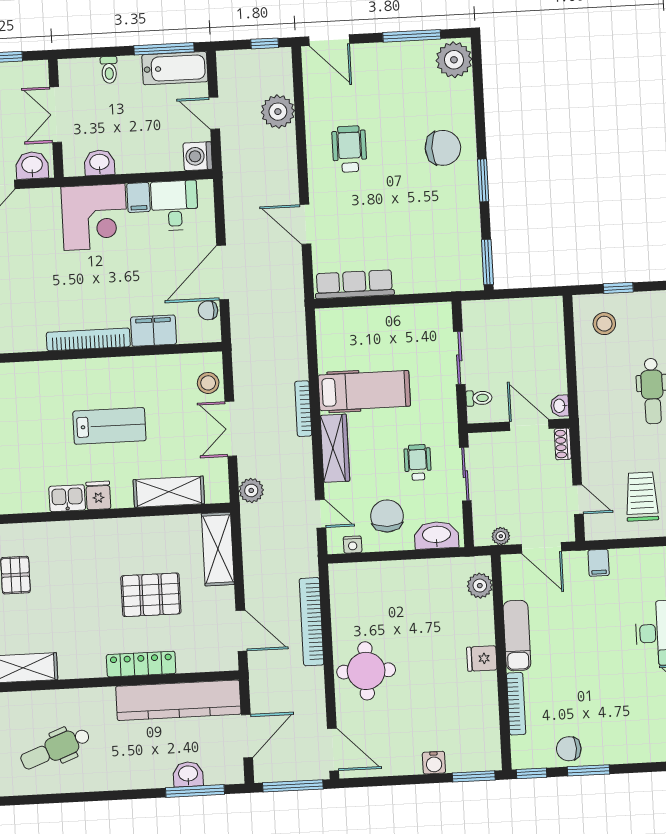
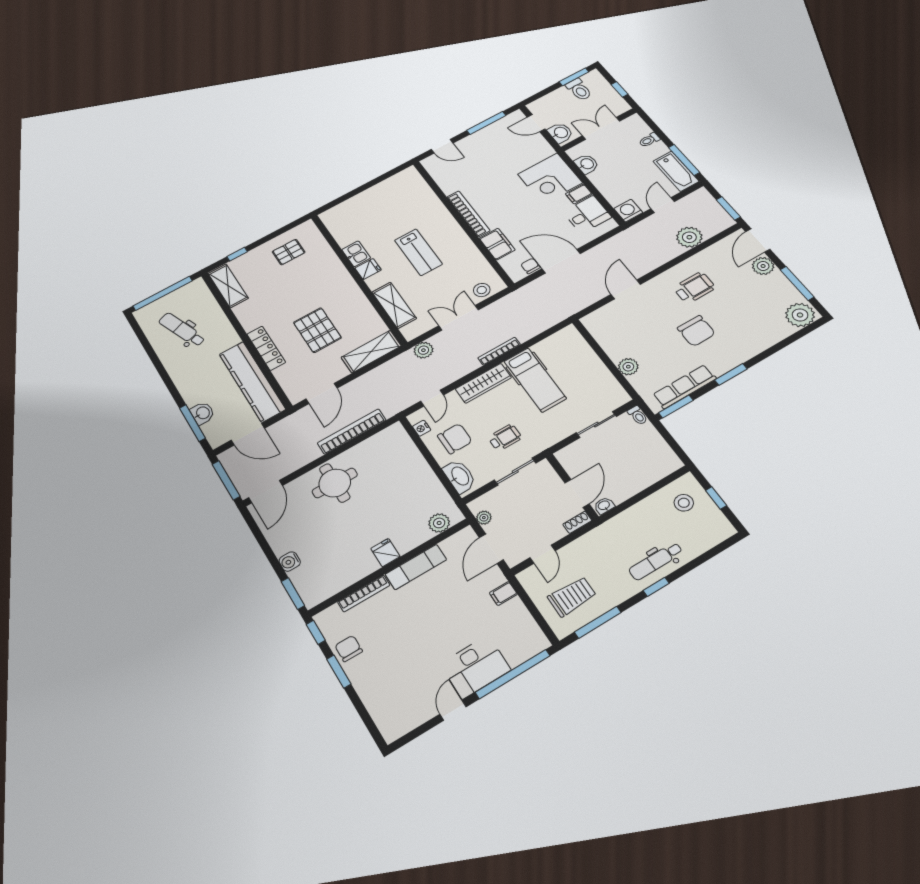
window: (265, 43) -> (728, 208), width x1.50
plant: (367, 57) -> (763, 266), added
chair: (443, 148) -> (696, 331), moved
plant: (408, 282) -> (628, 367), added
row of seats: (354, 284) -> (684, 387), moved, turned -90
toilet: (479, 398) -> (638, 415), moved

